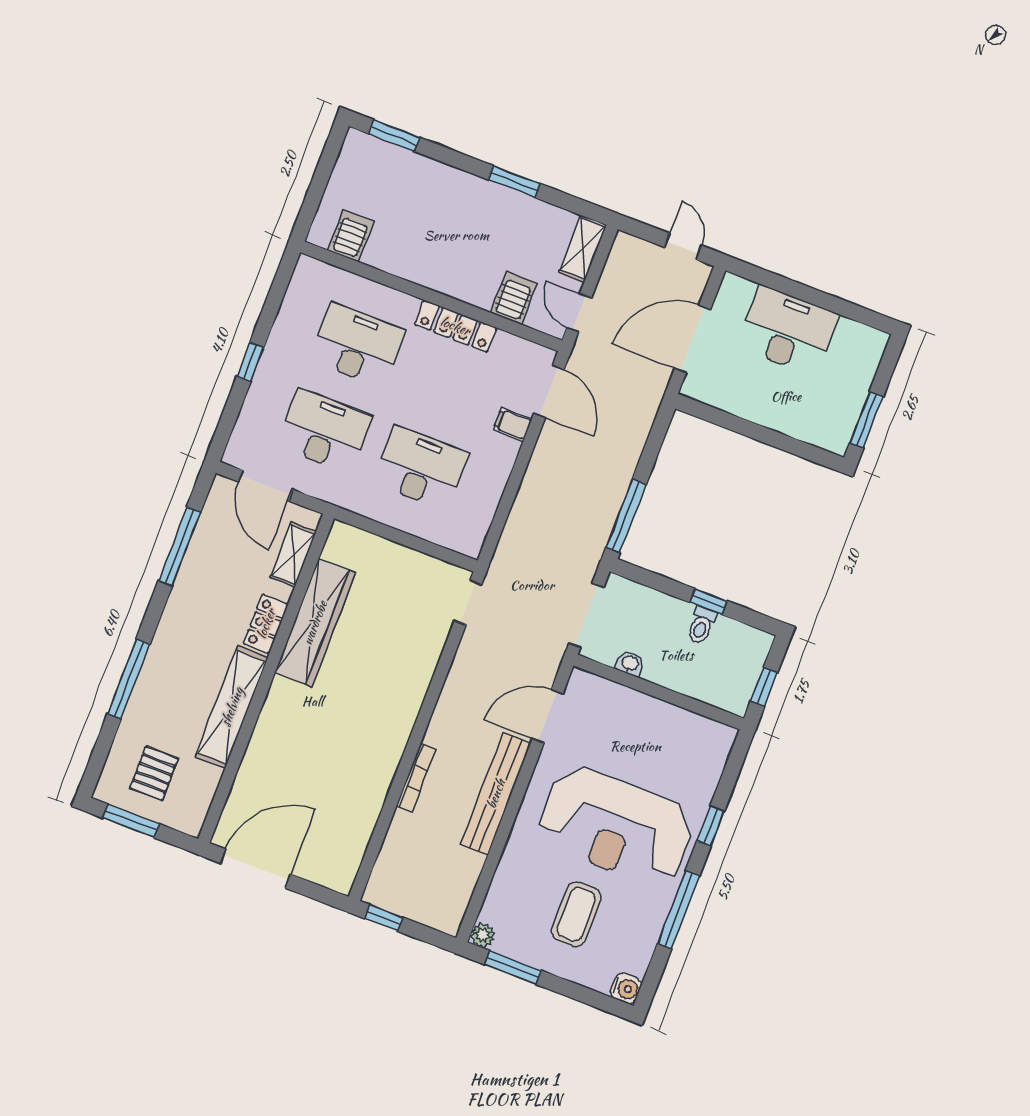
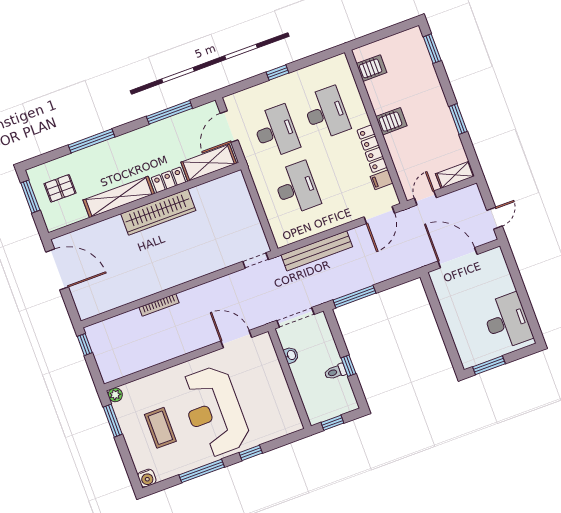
server rack: (514, 298) -> (391, 121), moved
desk: (787, 330) -> (507, 321), moved
filing cabinet: (513, 424) -> (382, 180), moved, turned -90
shelving: (293, 554) -> (209, 163), width x1.50, depth x1.33
wardrobe: (315, 623) -> (158, 212), moved
bench: (496, 794) -> (317, 251), moved
coffee table: (576, 914) -> (160, 428), turned 90

